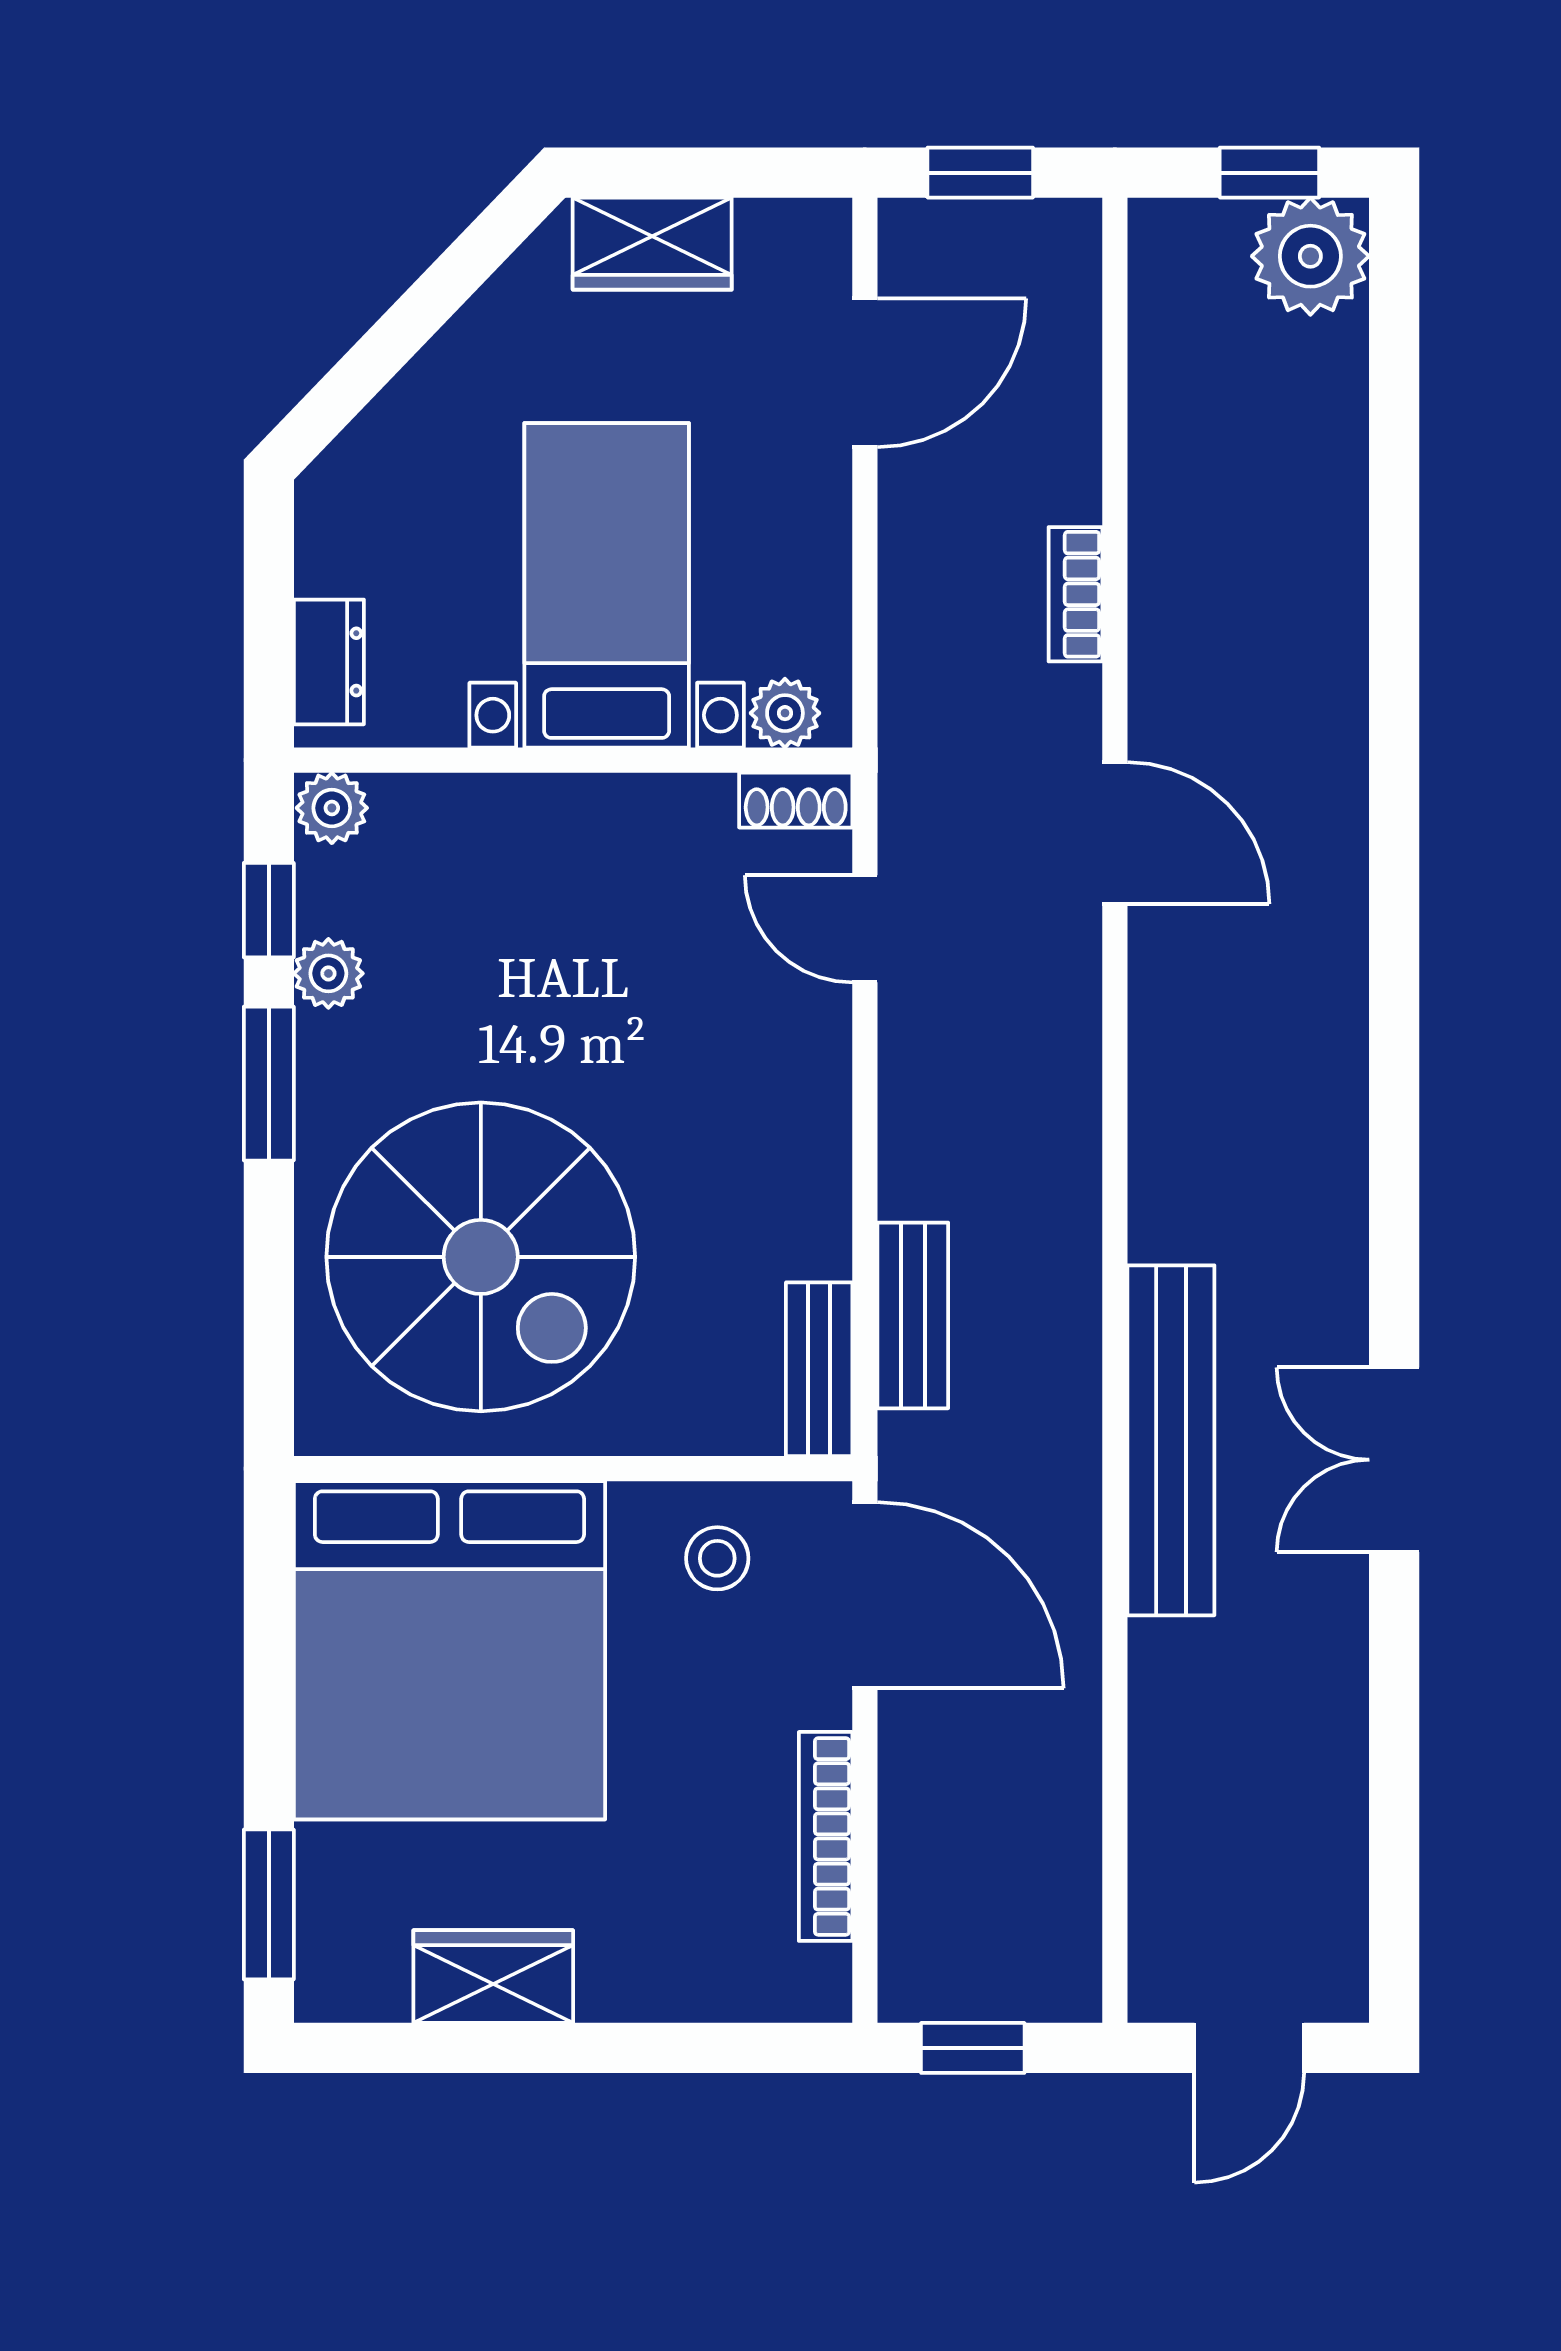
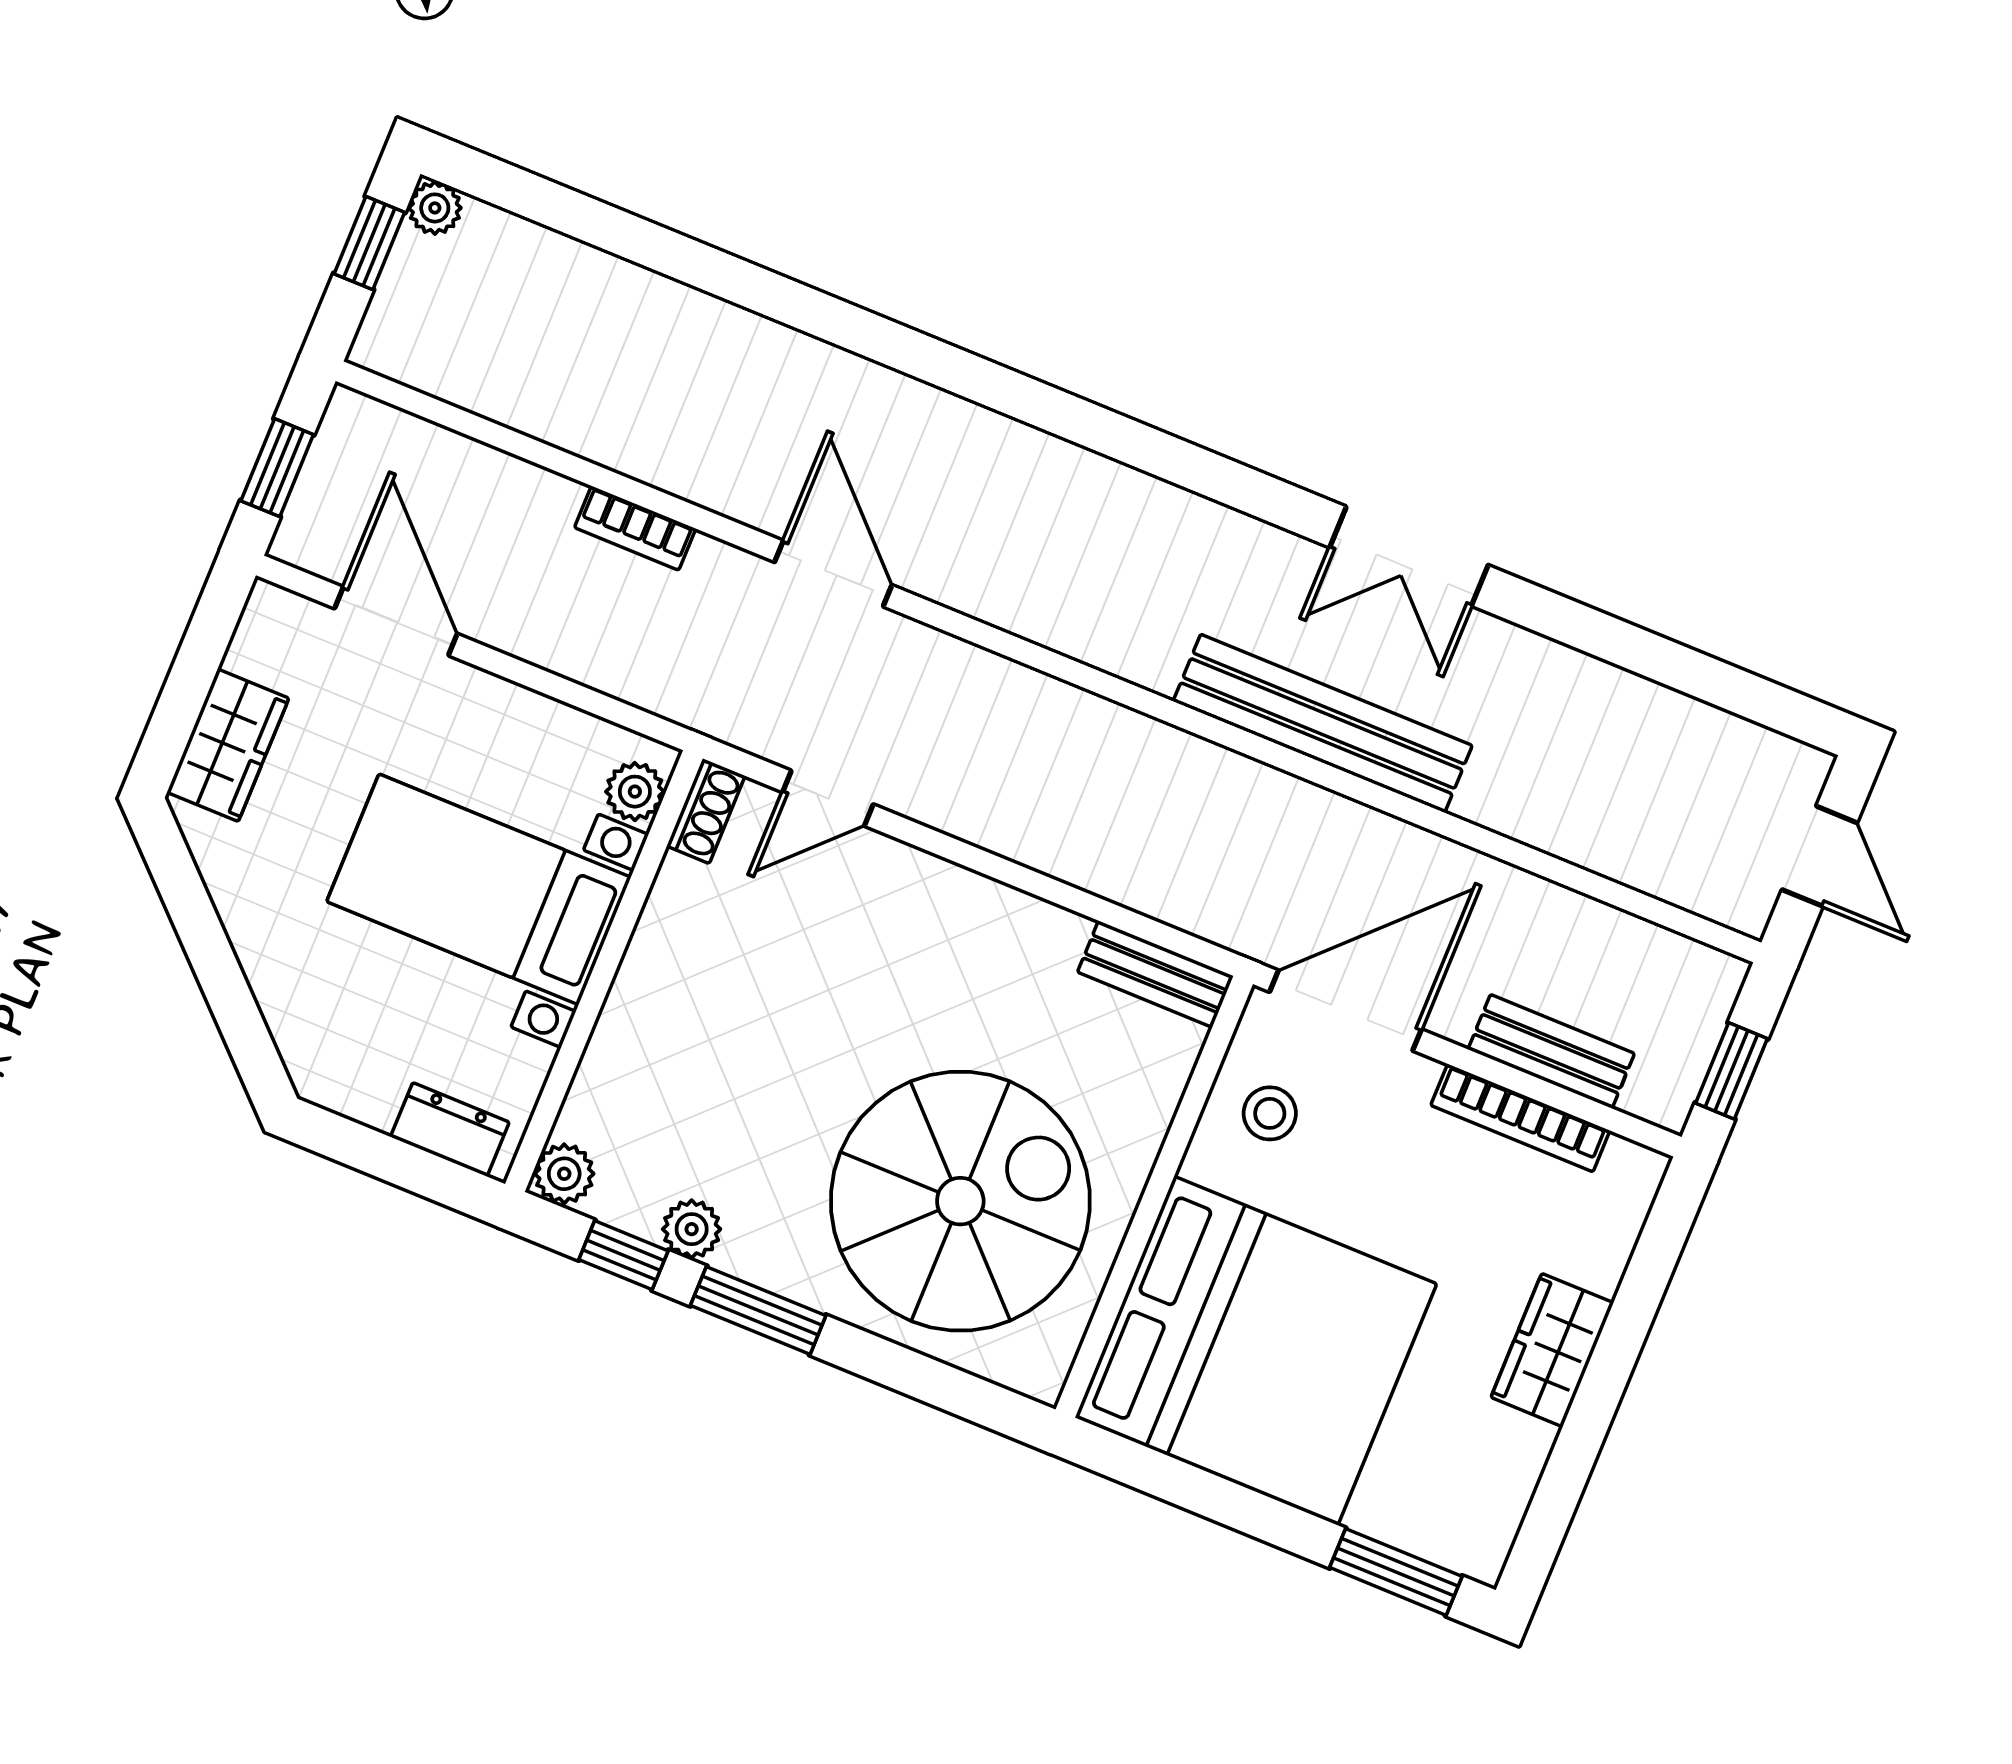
plant: (1310, 256) -> (435, 208), width x0.53, depth x0.53
door: (1115, 833) -> (833, 574), hinge flipped
bench: (913, 1315) -> (1551, 1051), moved
wardrobe: (493, 1977) -> (1552, 1350), moved

